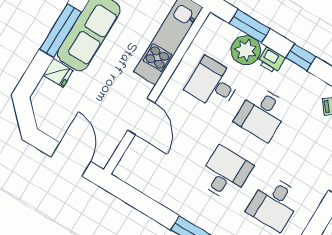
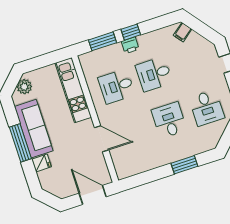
plant: (246, 50) -> (114, 54), removed
window: (301, 57) -> (131, 32), moved
desk: (262, 113) -> (154, 74), turned 90

